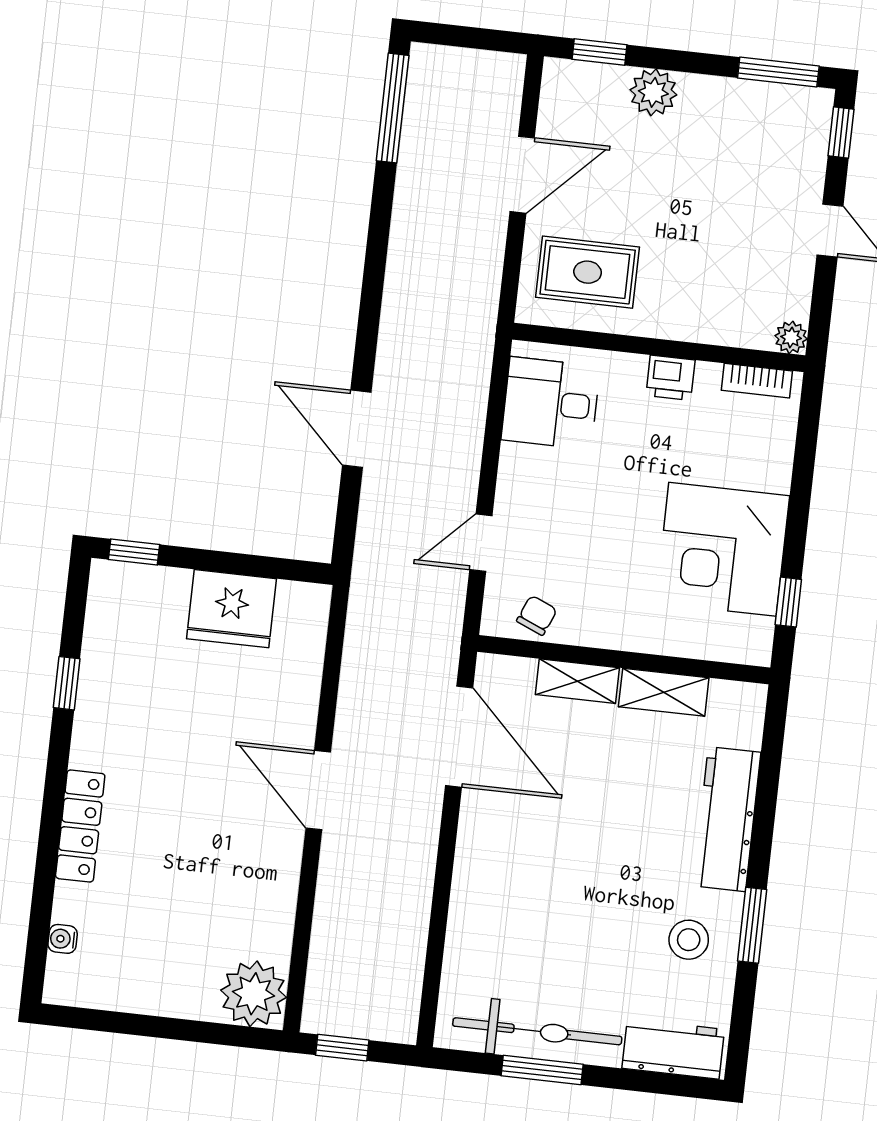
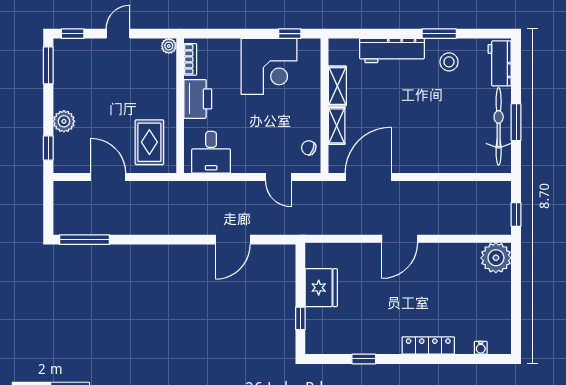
printer: (671, 378) -> (198, 99), width x1.87, depth x1.48
window: (134, 552) -> (300, 318), moved

